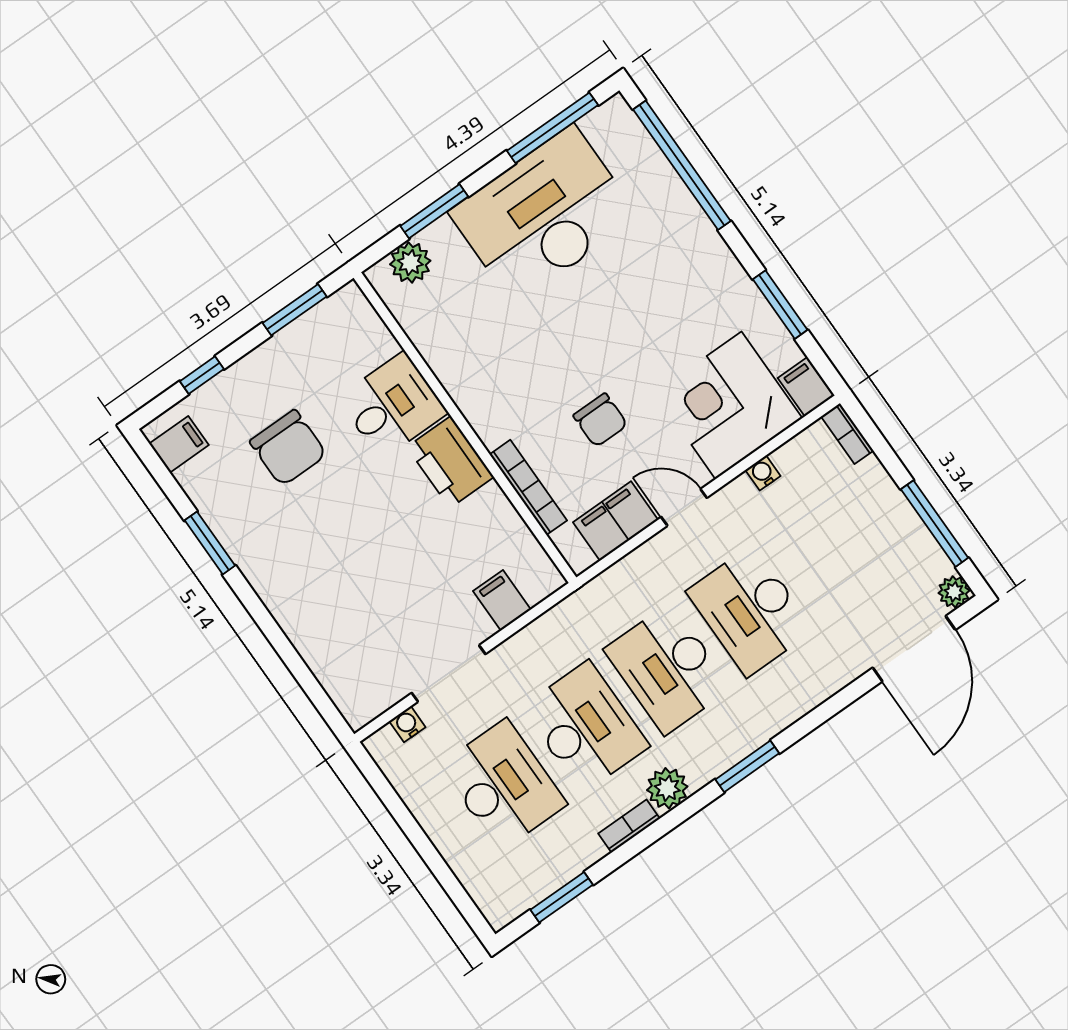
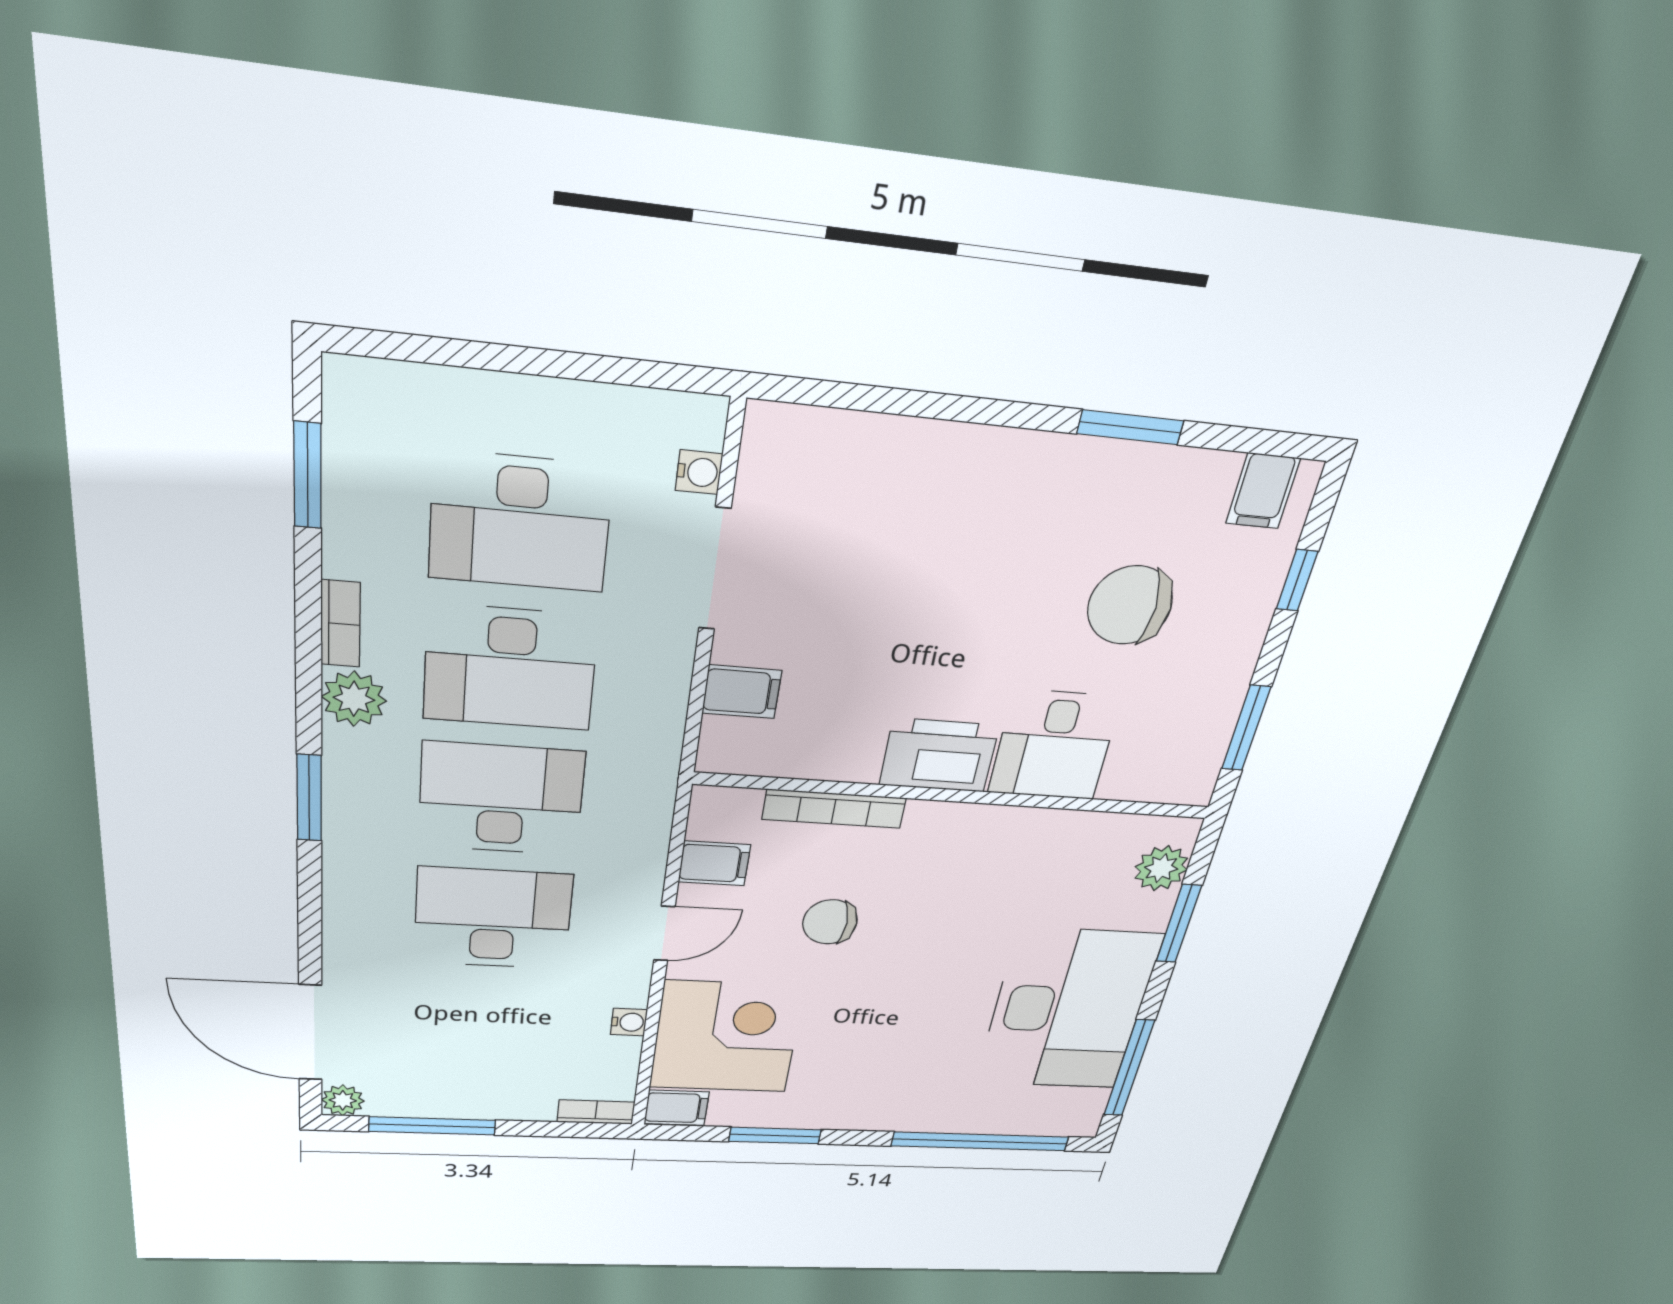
filing cabinet: (616, 521) -> (714, 863), width x0.50

